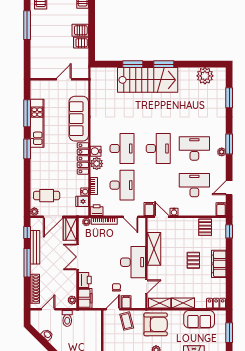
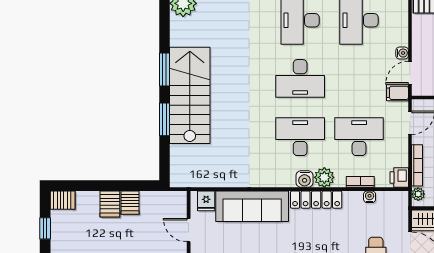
desk: (158, 149) -> (300, 78), turned 180
fridge: (82, 201) -> (206, 201), moved

